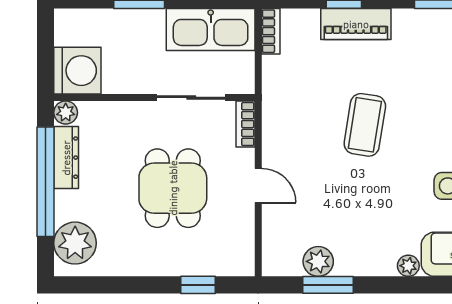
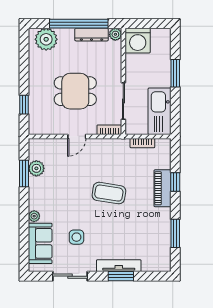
bookcase: (271, 31) -> (142, 143), moved

